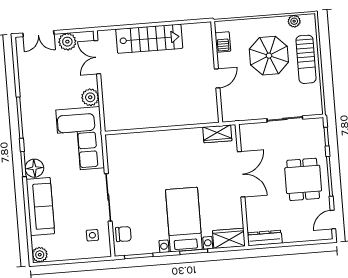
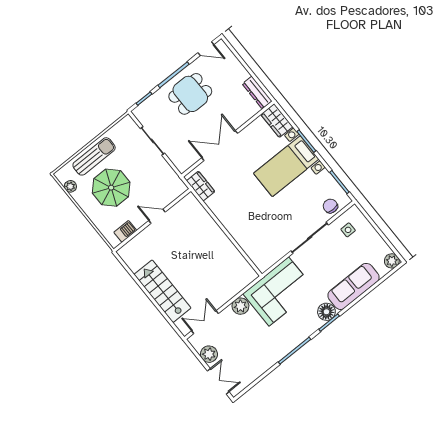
double door: (97, 57) -> (205, 322), swing flipped

